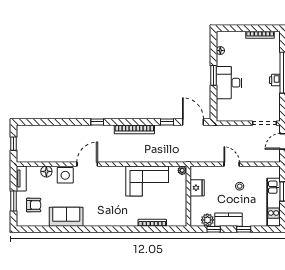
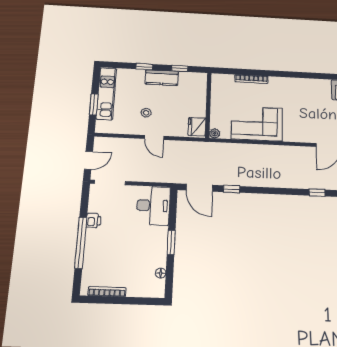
printer: (275, 80) -> (93, 221), moved
desk: (229, 83) -> (153, 206), moved
bookcase: (134, 129) -> (272, 182), removed
fridge: (197, 188) -> (197, 127), moved
plant: (207, 220) -> (187, 79), removed

